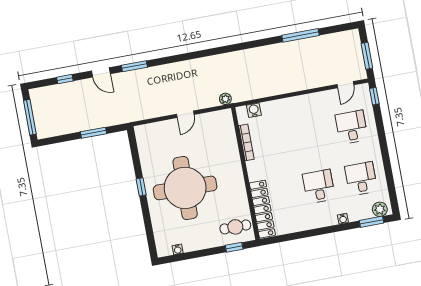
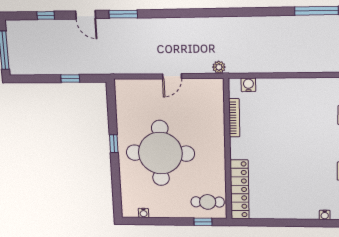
window: (94, 133) -> (70, 79), width x0.67
desk: (319, 186) -> (305, 177), removed

